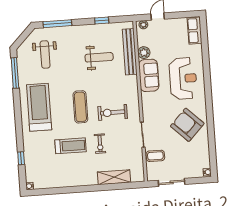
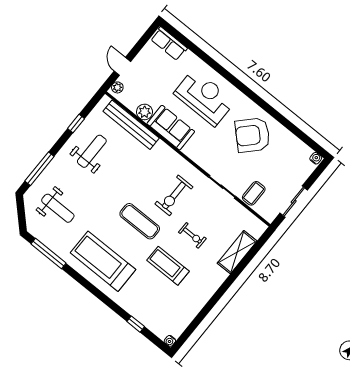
weight bench: (99, 57) -> (92, 151), moved
treadmill: (70, 146) -> (168, 266), turned -90

